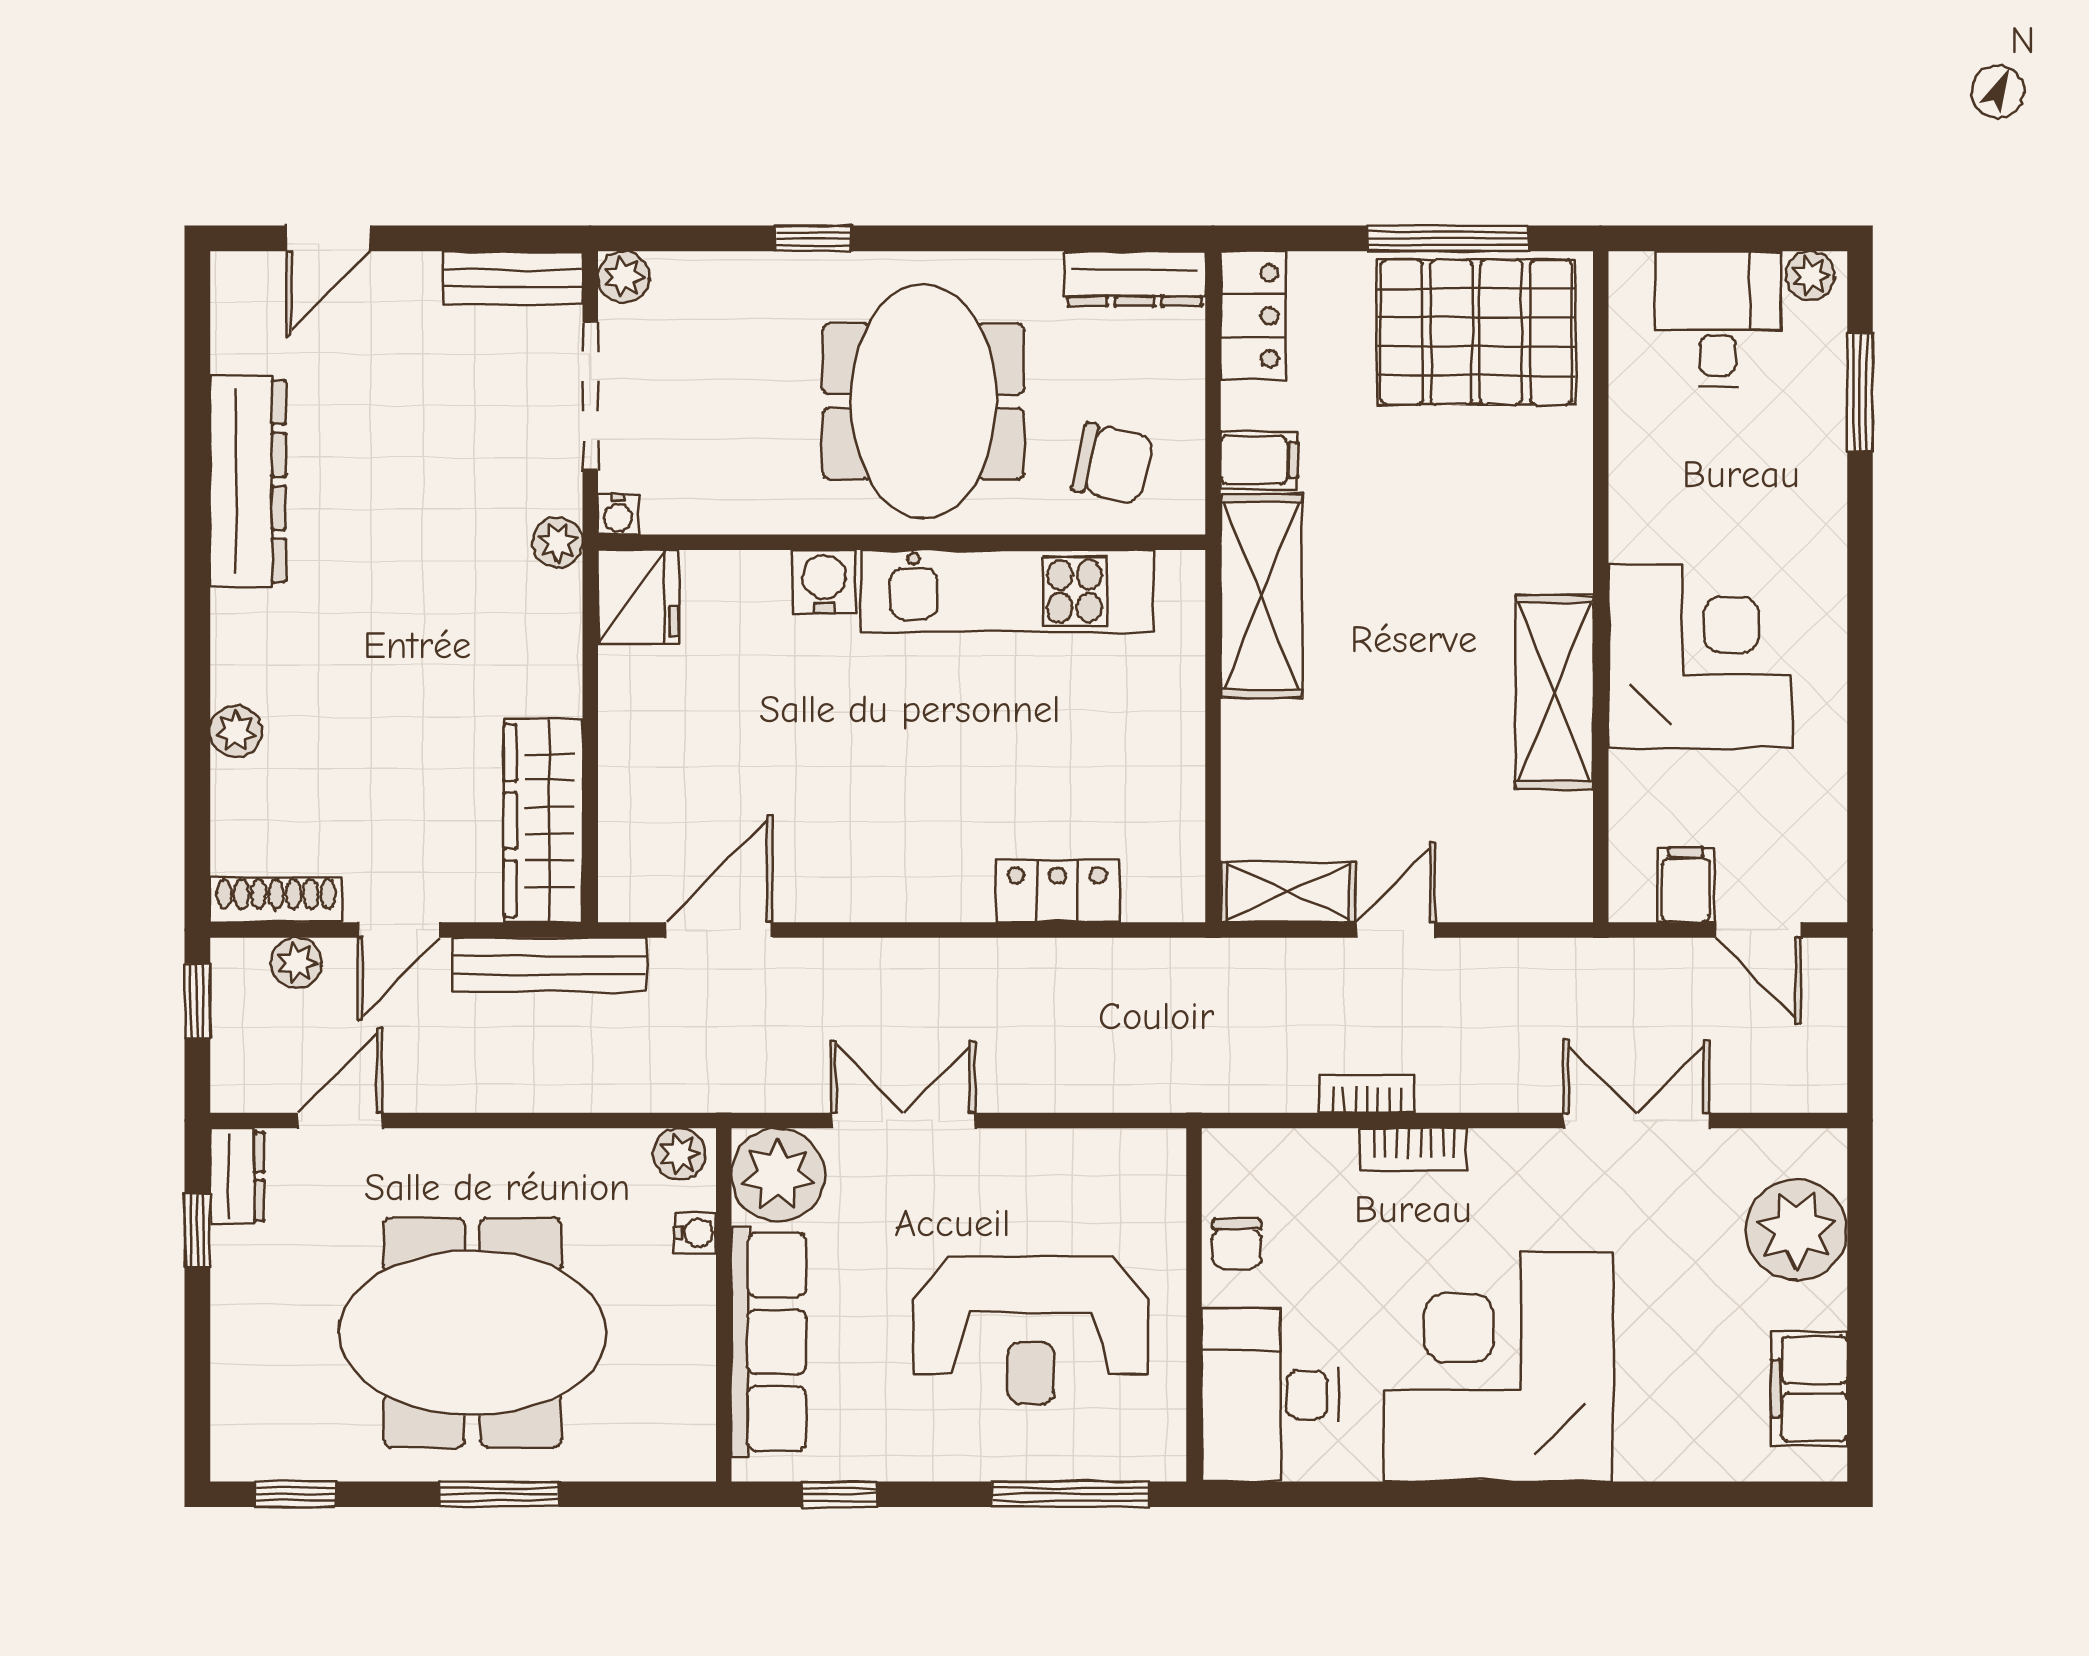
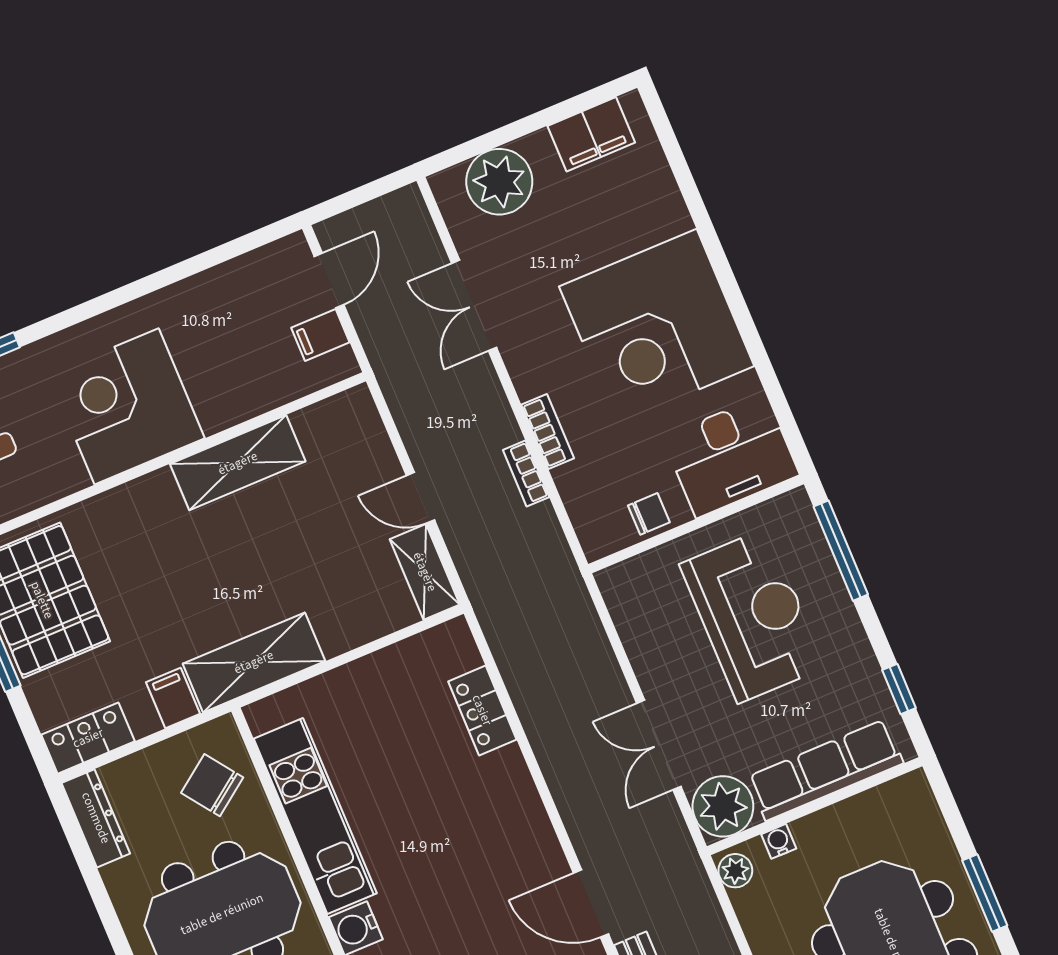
chair: (1112, 464) -> (212, 785), turned -49
corner desk: (1700, 656) -> (127, 406), moved

